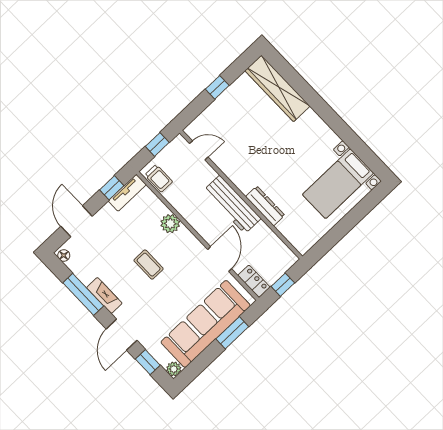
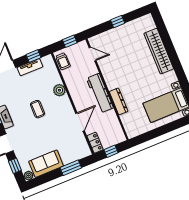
wardrobe: (277, 88) -> (159, 51), moved
tv unit: (127, 193) -> (30, 67), moved
sofa: (206, 324) -> (46, 164), width x0.54, depth x0.79

